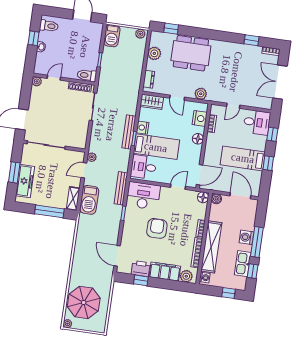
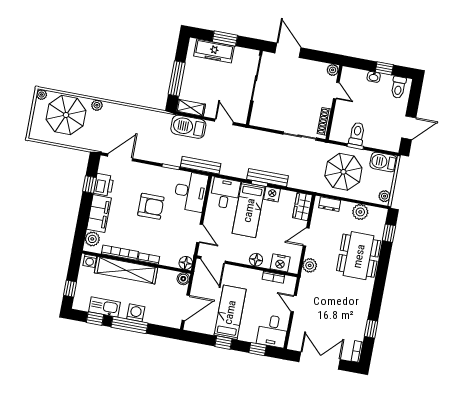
parasol: (121, 69) -> (343, 172), added
toilet: (87, 75) -> (357, 134), moved
plant: (92, 157) -> (97, 105), moved

